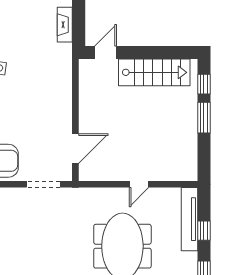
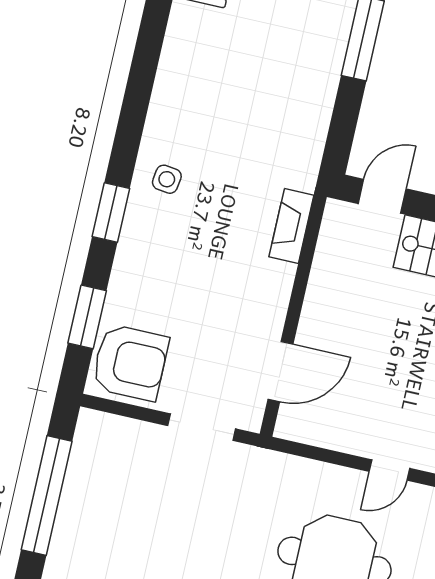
fireplace: (65, 25) -> (291, 226), moved

